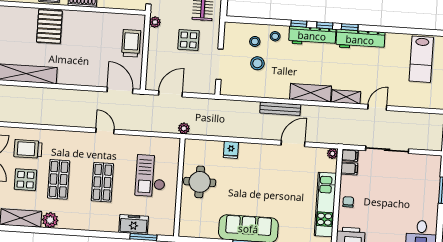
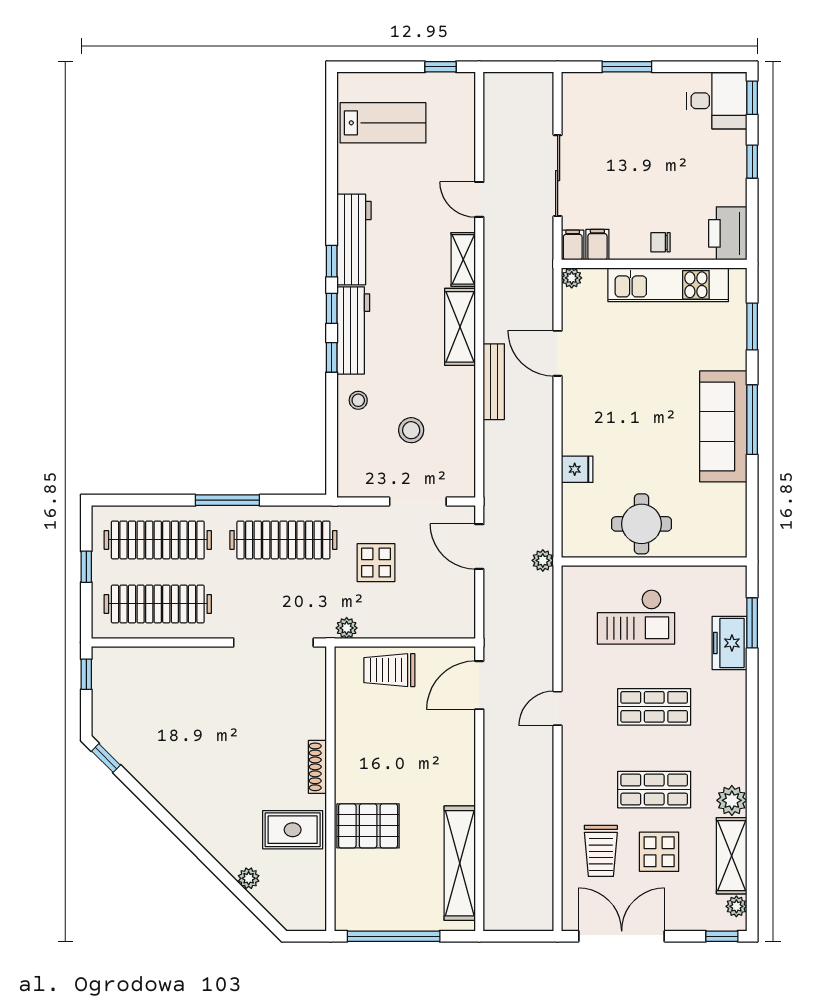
stool: (255, 41) -> (371, 438), removed
door: (170, 94) -> (479, 547), moved

